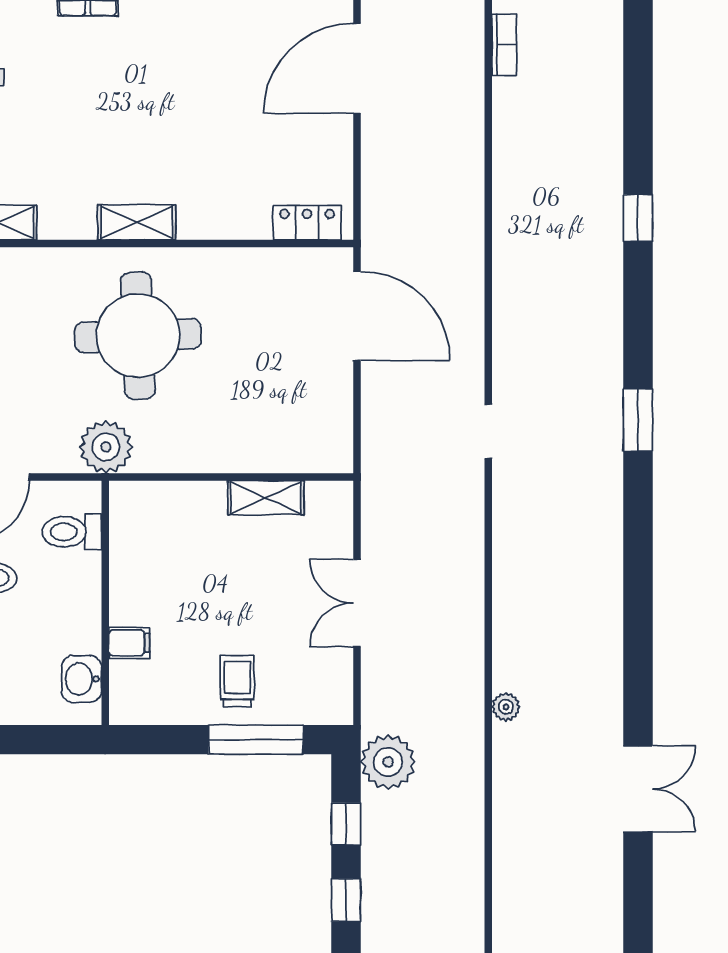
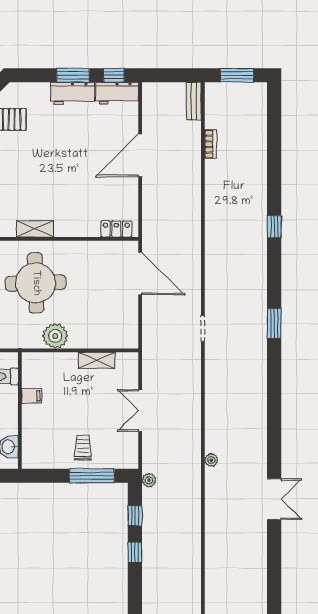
plant: (106, 447) -> (55, 336), moved
filing cabinet: (129, 643) -> (31, 396), moved
plant: (388, 762) -> (149, 480), width x0.53, depth x0.53

